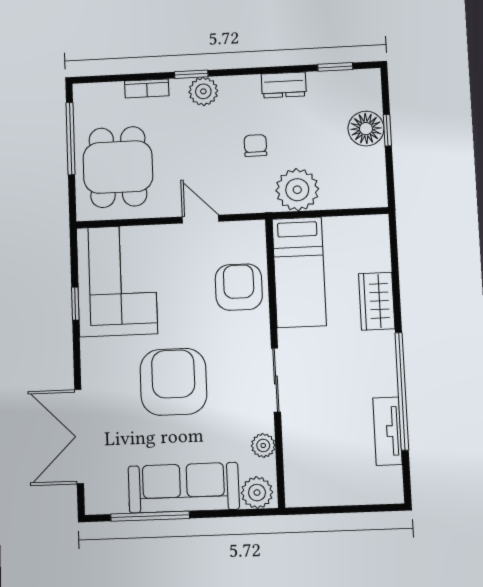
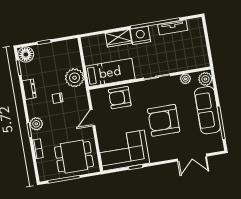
floor lamp: (366, 129) -> (26, 54), moved
nightstand: (377, 353) -> (140, 35), added
double door: (79, 436) -> (192, 158), width x0.73

